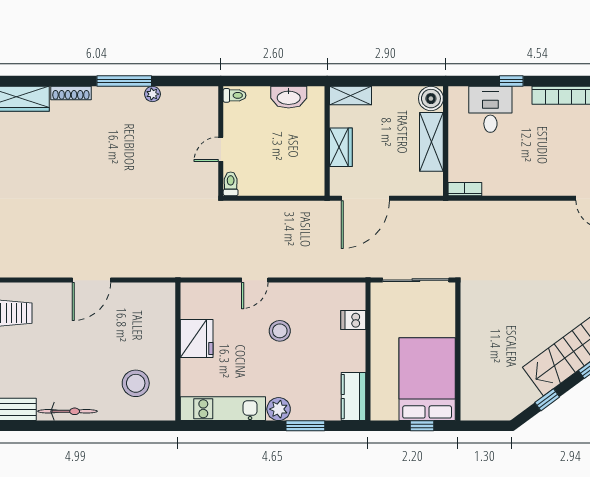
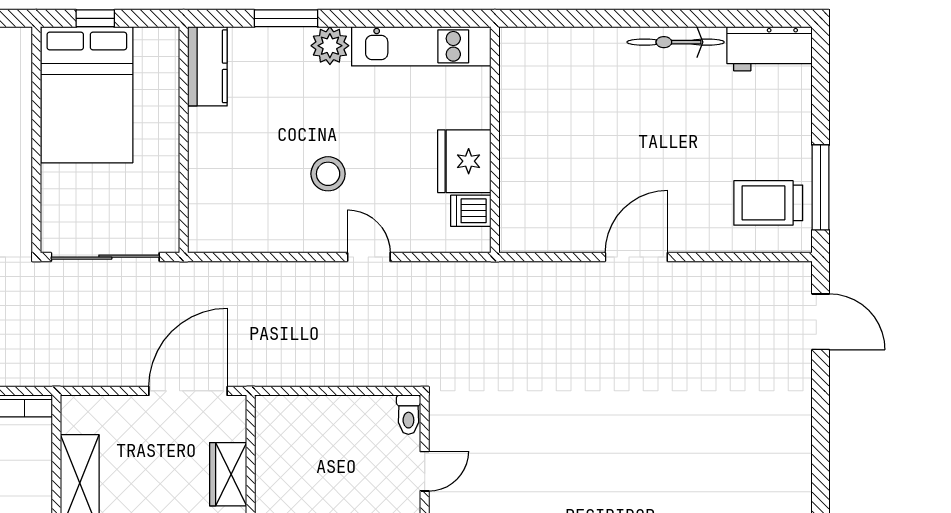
door: (255, 280) -> (369, 257), hinge flipped
dishwasher: (353, 320) -> (471, 211), moved, turned 180
stool: (136, 383) -> (564, 88), removed

